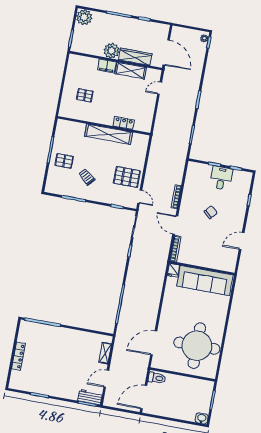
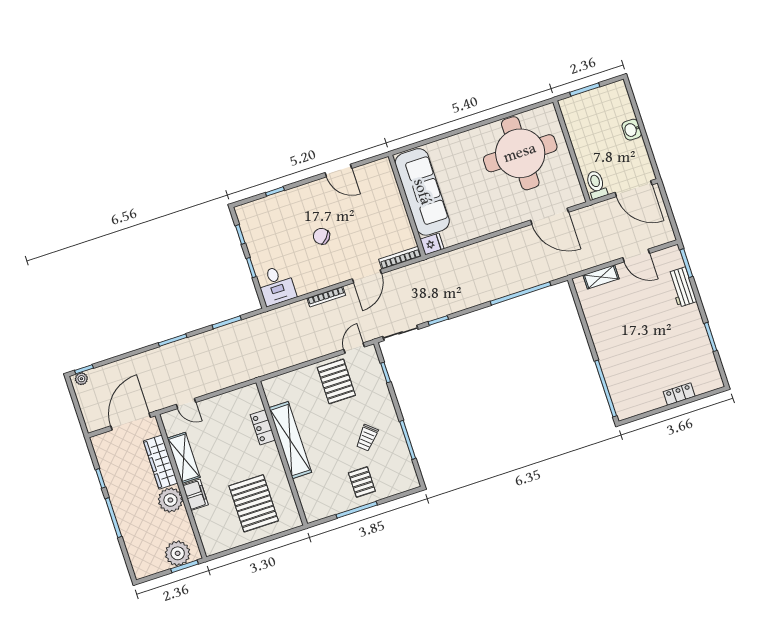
plant: (84, 17) -> (178, 553), moved
pallet: (85, 95) -> (254, 503), width x2.05, depth x2.00
desk: (221, 178) -> (276, 285), moved, turned -90
locker: (19, 356) -> (679, 394), width x0.66
workbench: (90, 397) -> (682, 287), moved
washbasin: (202, 418) -> (632, 130), moved

